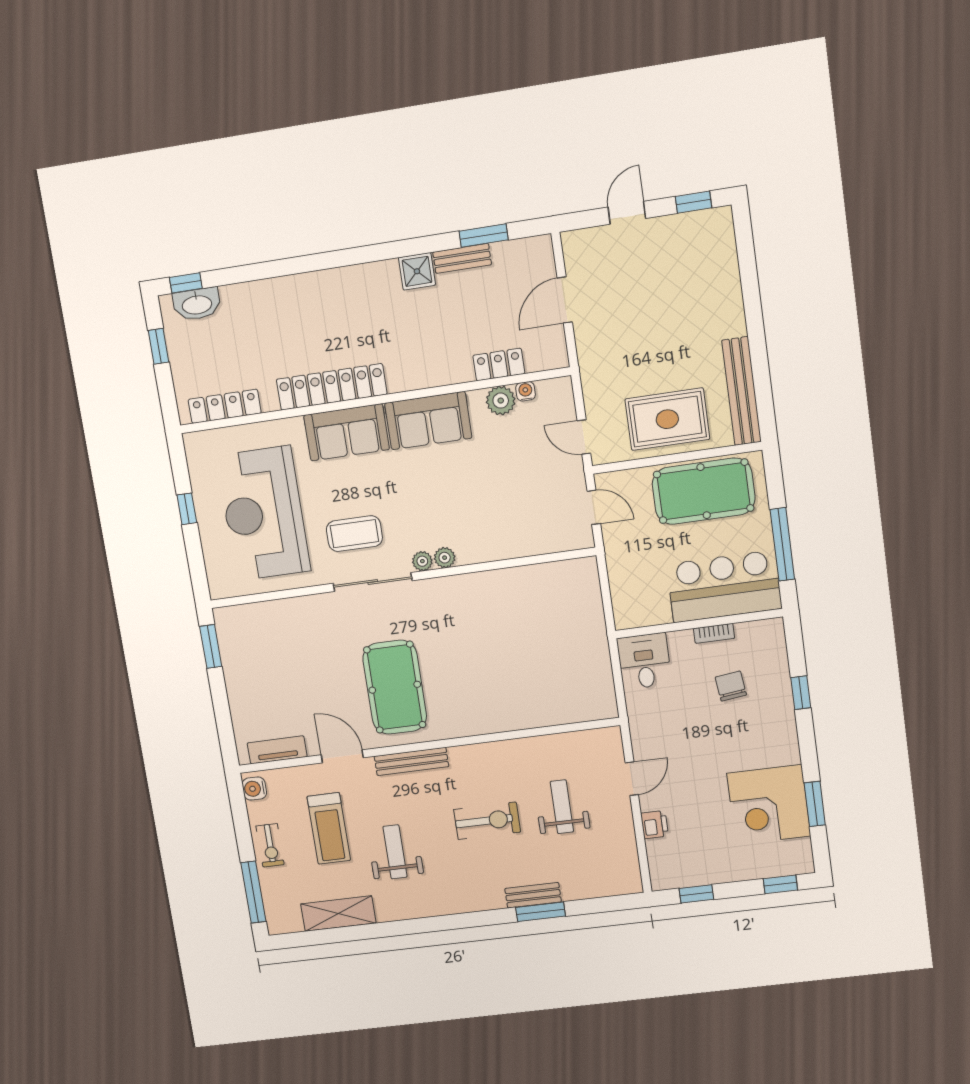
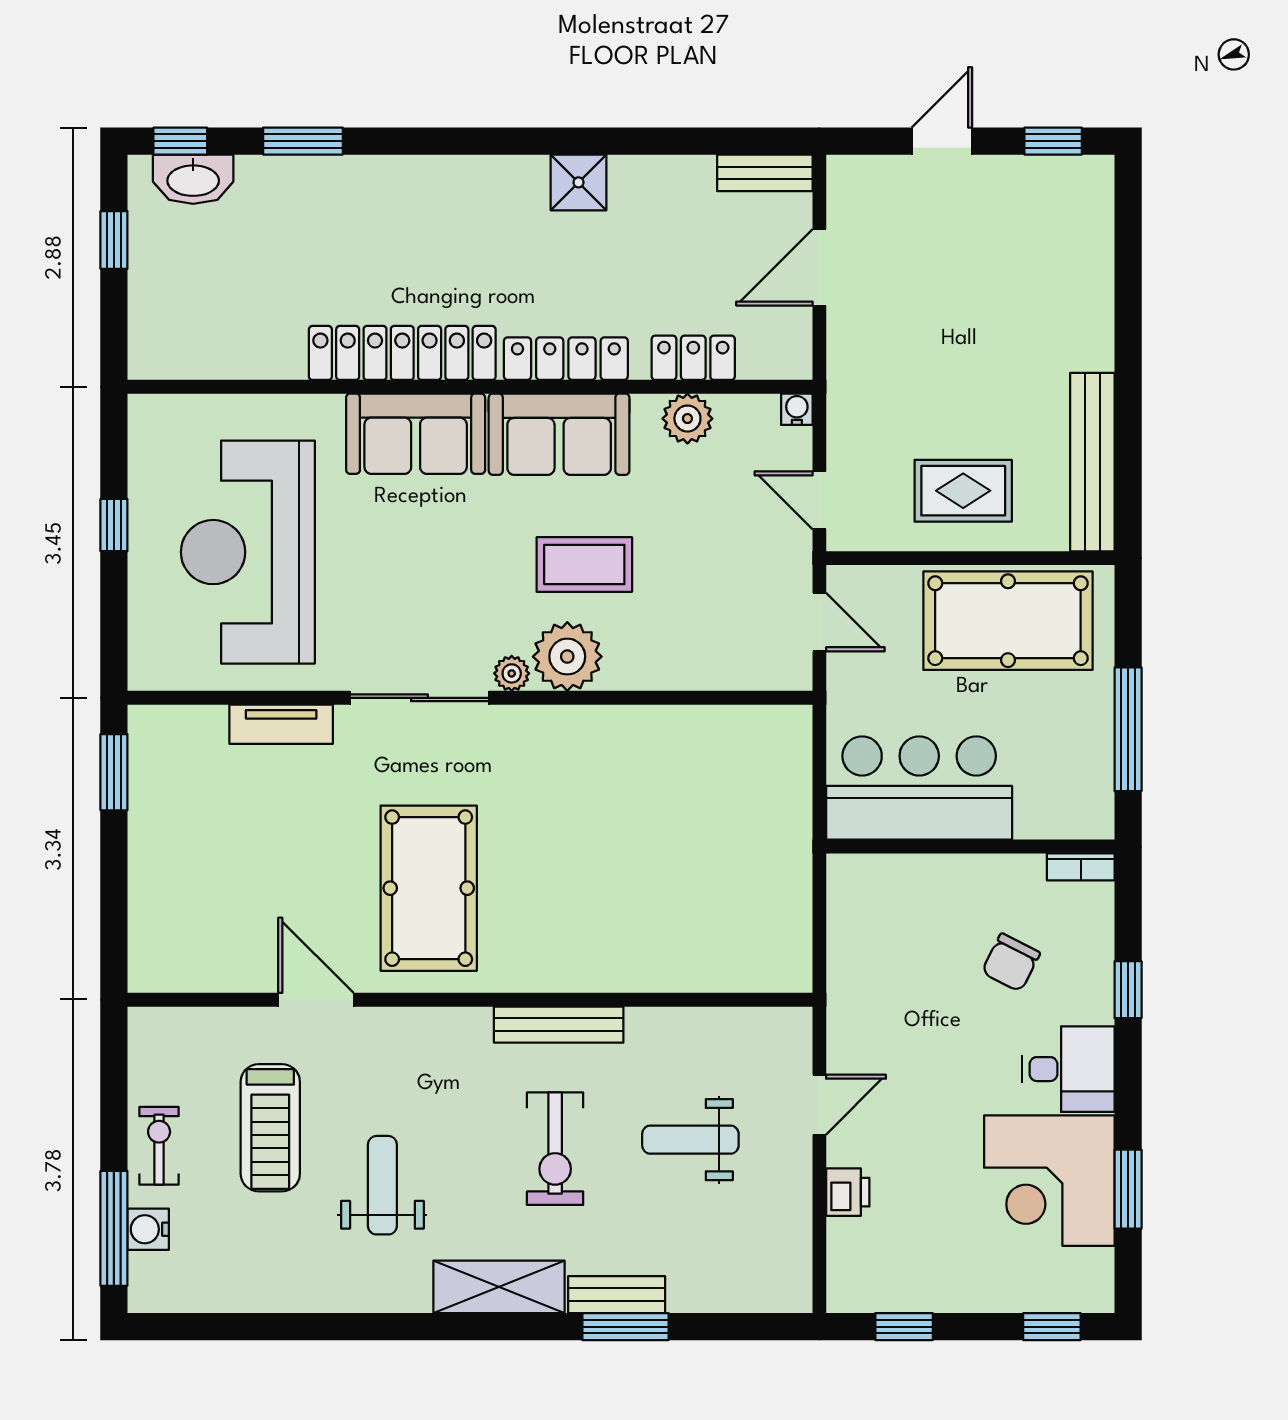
window: (484, 236) -> (303, 141), moved
bench: (462, 258) -> (765, 173), moved
water cooler: (526, 391) -> (797, 409), moved
locker: (225, 406) -> (566, 359), moved
rug: (667, 419) -> (963, 491), width x0.73, depth x0.70
coffee table: (354, 534) -> (584, 565), moved
plant: (445, 558) -> (567, 657), width x1.87, depth x1.87
bar counter: (724, 586) -> (919, 788), moved
bookcase: (714, 633) -> (1081, 867), moved
desk: (644, 661) -> (1068, 1069), moved, turned 90
chair: (731, 686) -> (1011, 963), turned -146
tv unit: (277, 750) -> (281, 724), moved, turned 180
bench: (411, 761) -> (559, 1025), moved
water cooler: (254, 789) -> (148, 1229), moved
weight bench: (562, 807) -> (690, 1140), turned -90
exercise bike: (487, 821) -> (555, 1149), turned 90
exercise bike: (270, 845) -> (159, 1146), turned 180
shelving: (338, 914) -> (499, 1287), moved

